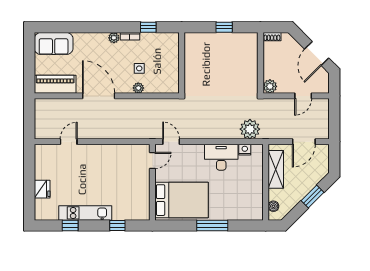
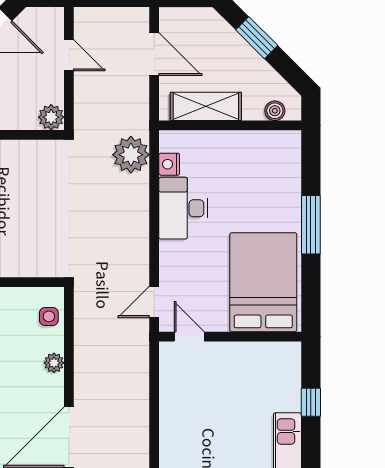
side table: (139, 68) -> (49, 316), moved

